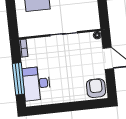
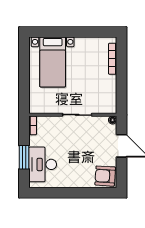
window: (18, 79) -> (24, 157), width x0.69
armchair: (96, 88) -> (105, 176), turned -86

